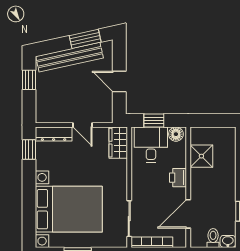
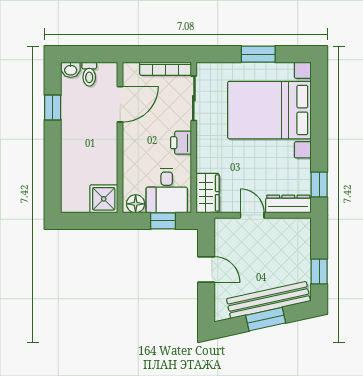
window: (85, 39) -> (266, 319), moved
shower: (201, 156) -> (104, 199), moved
printer: (178, 178) -> (181, 143), moved, turned 180

